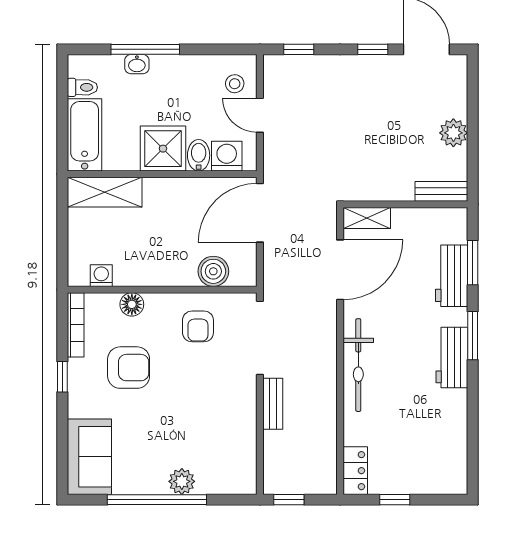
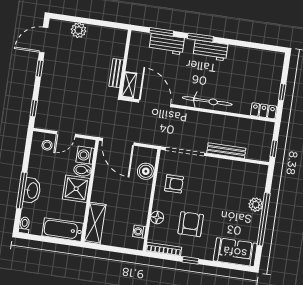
washbasin: (137, 64) -> (32, 190), width x1.91, depth x1.45
toilet: (82, 87) -> (24, 225), moved
plant: (453, 133) -> (79, 30), moved
bench: (441, 191) -> (116, 73), moved
bench: (273, 404) -> (226, 151), width x1.36

